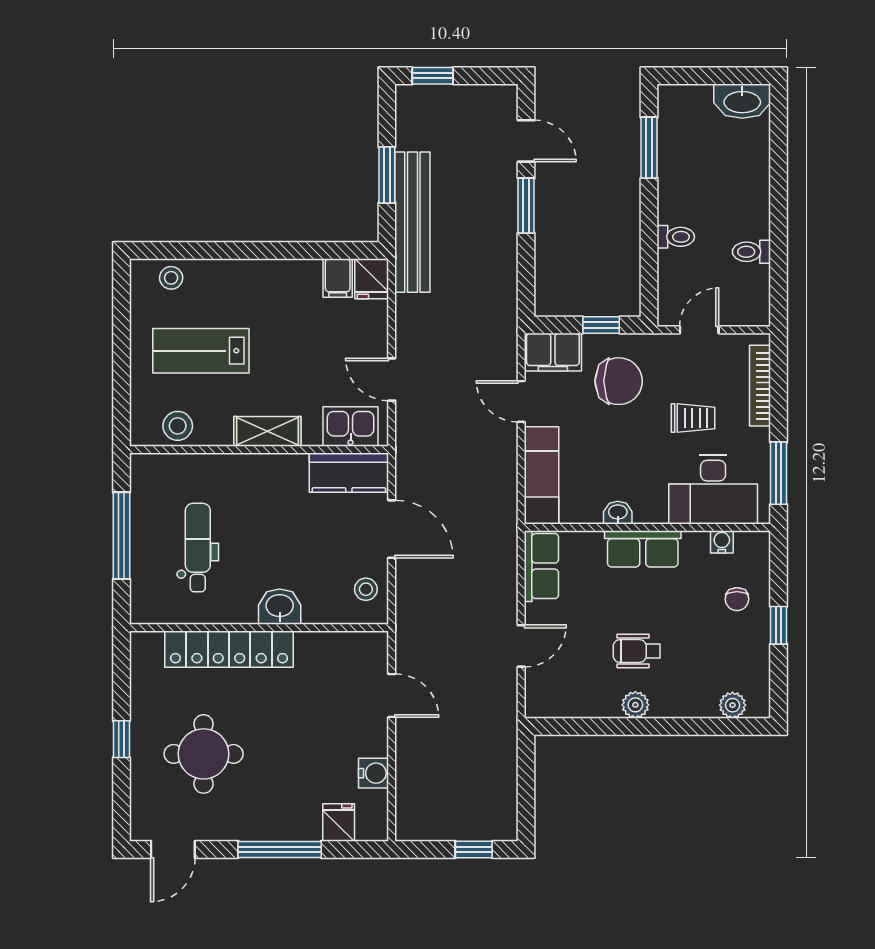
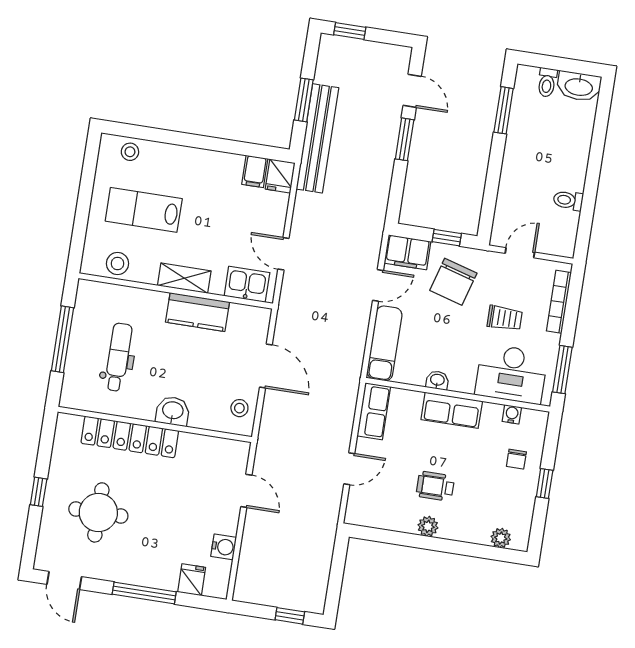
toilet: (676, 237) -> (547, 82), moved, turned 90
chair: (619, 381) -> (453, 282), turned 106
door: (521, 401) -> (378, 285), swing flipped
kitchen counter: (349, 473) -> (197, 312), moved
door: (173, 849) -> (64, 581), hinge flipped

